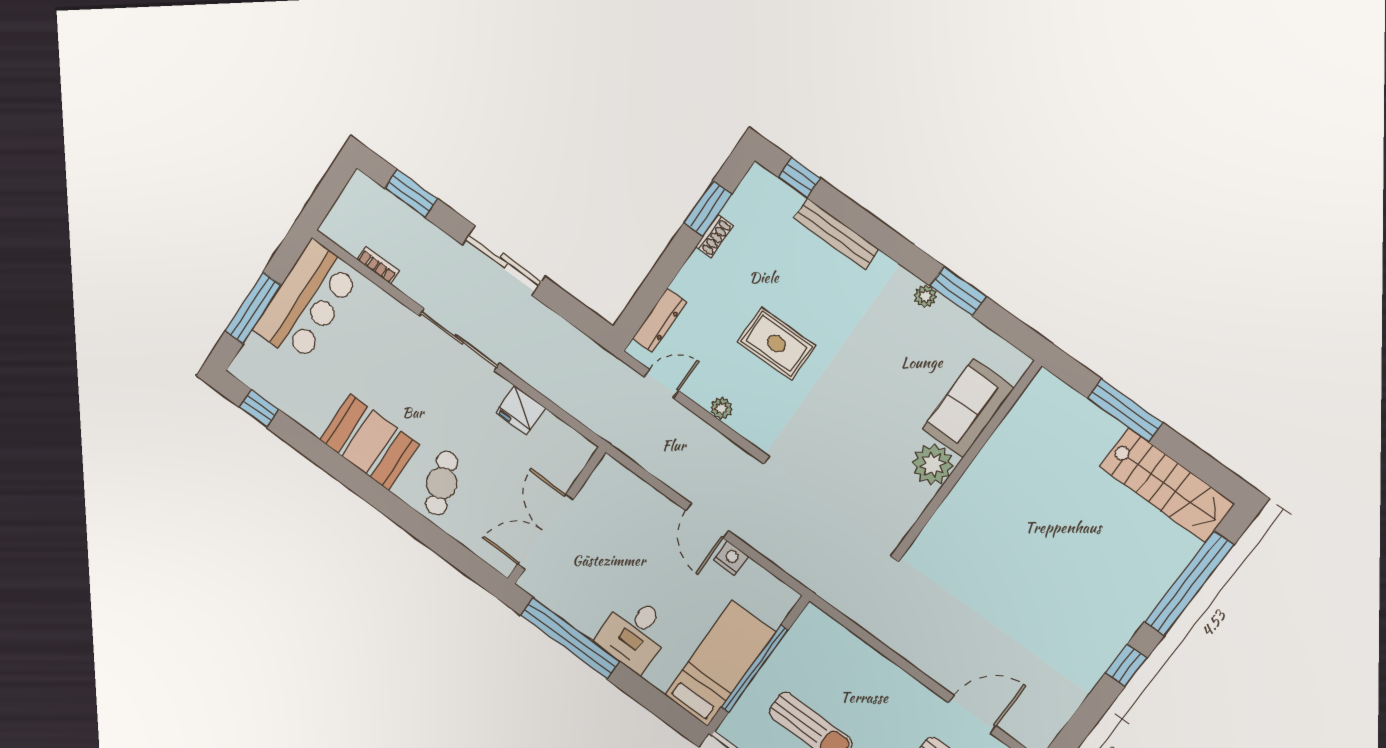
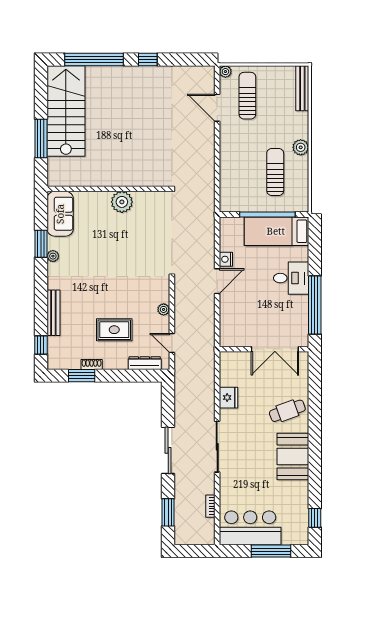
rug: (777, 344) -> (114, 330), moved, turned 90
sofa: (968, 408) -> (60, 214), moved, turned -90
stairs: (1167, 485) -> (66, 111), width x1.36, depth x1.51

